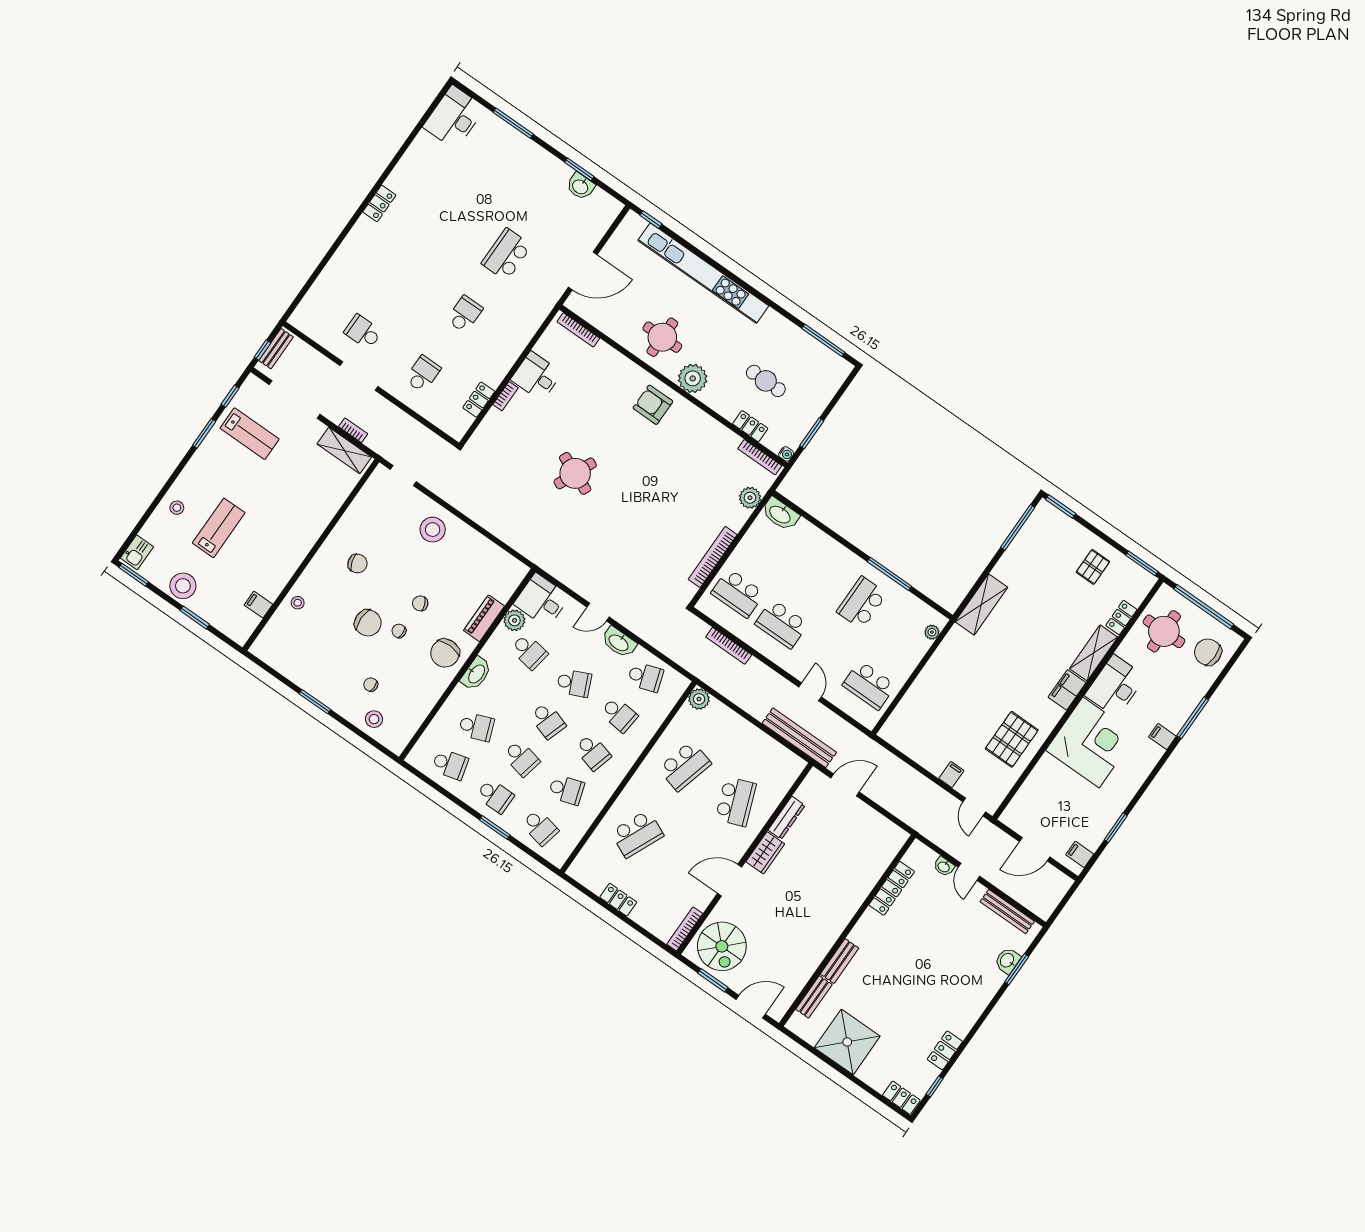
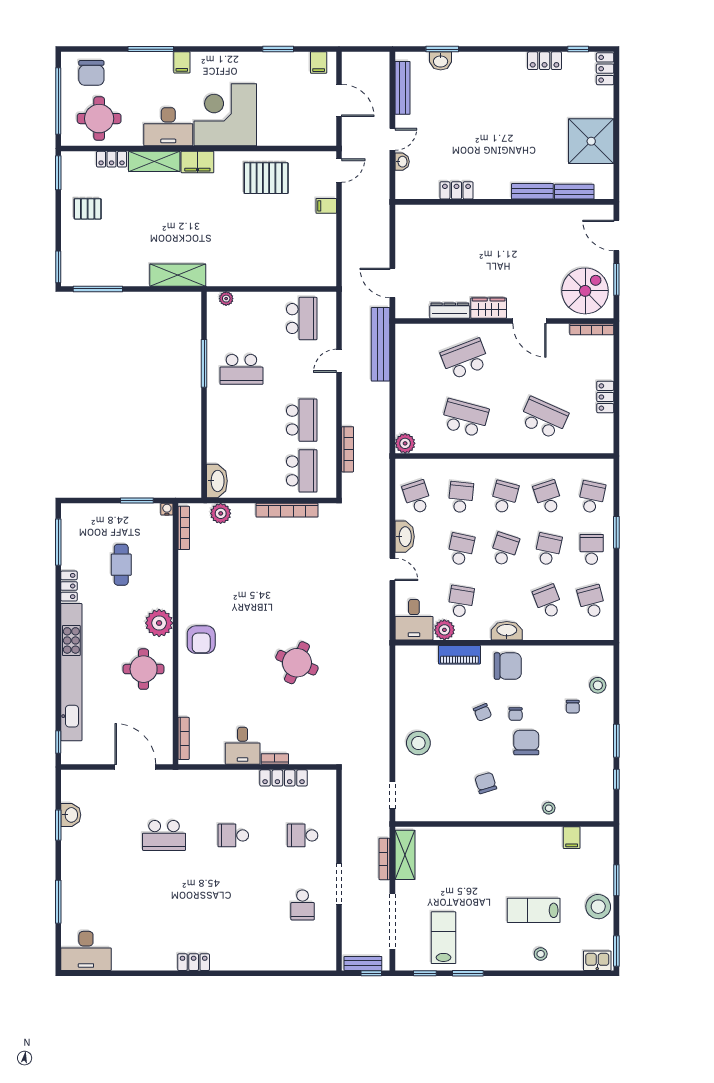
locker: (479, 400) -> (284, 778), width x1.53
locker: (750, 426) -> (69, 586), moved, turned 180
bookcase: (353, 430) -> (384, 859), width x1.56
window: (282, 678) -> (616, 779), added
school desk: (574, 683) -> (461, 549), turned 36
locker: (892, 888) -> (457, 190), width x0.66

